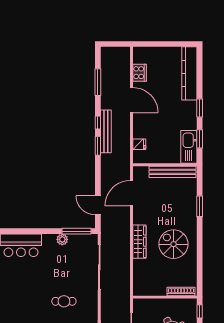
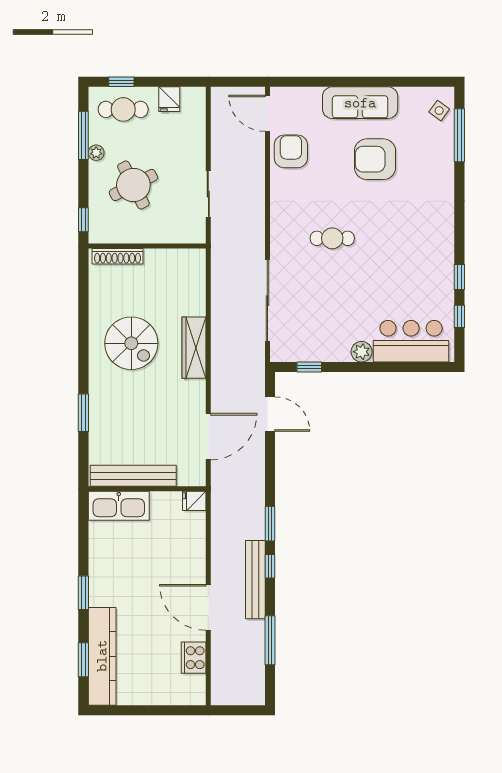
bench: (106, 131) -> (255, 580), moved
window: (200, 139) -> (83, 660), moved
fridge: (139, 144) -> (194, 501), moved
kitchen sink: (189, 147) -> (119, 506), moved, turned 90
window: (76, 231) -> (309, 367), width x0.46
plant: (62, 239) -> (362, 352), moved

